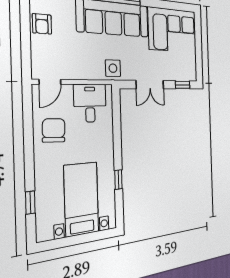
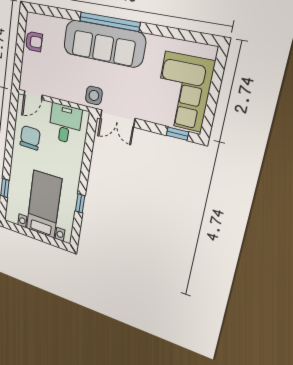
armchair: (42, 24) -> (34, 42), turned -90
corner sofa: (173, 30) -> (183, 92), moved, turned 90
double door: (150, 85) -> (118, 118), moved

